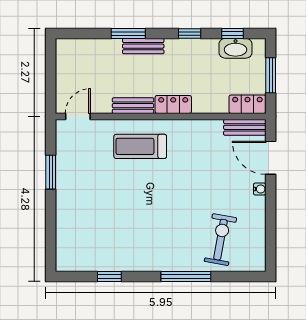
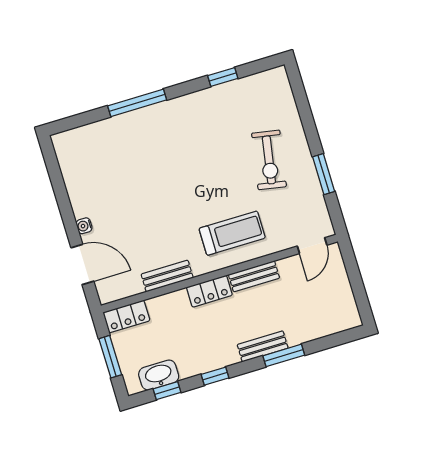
bench: (245, 127) -> (167, 276), moved
exercise bike: (220, 240) -> (269, 160), moved

